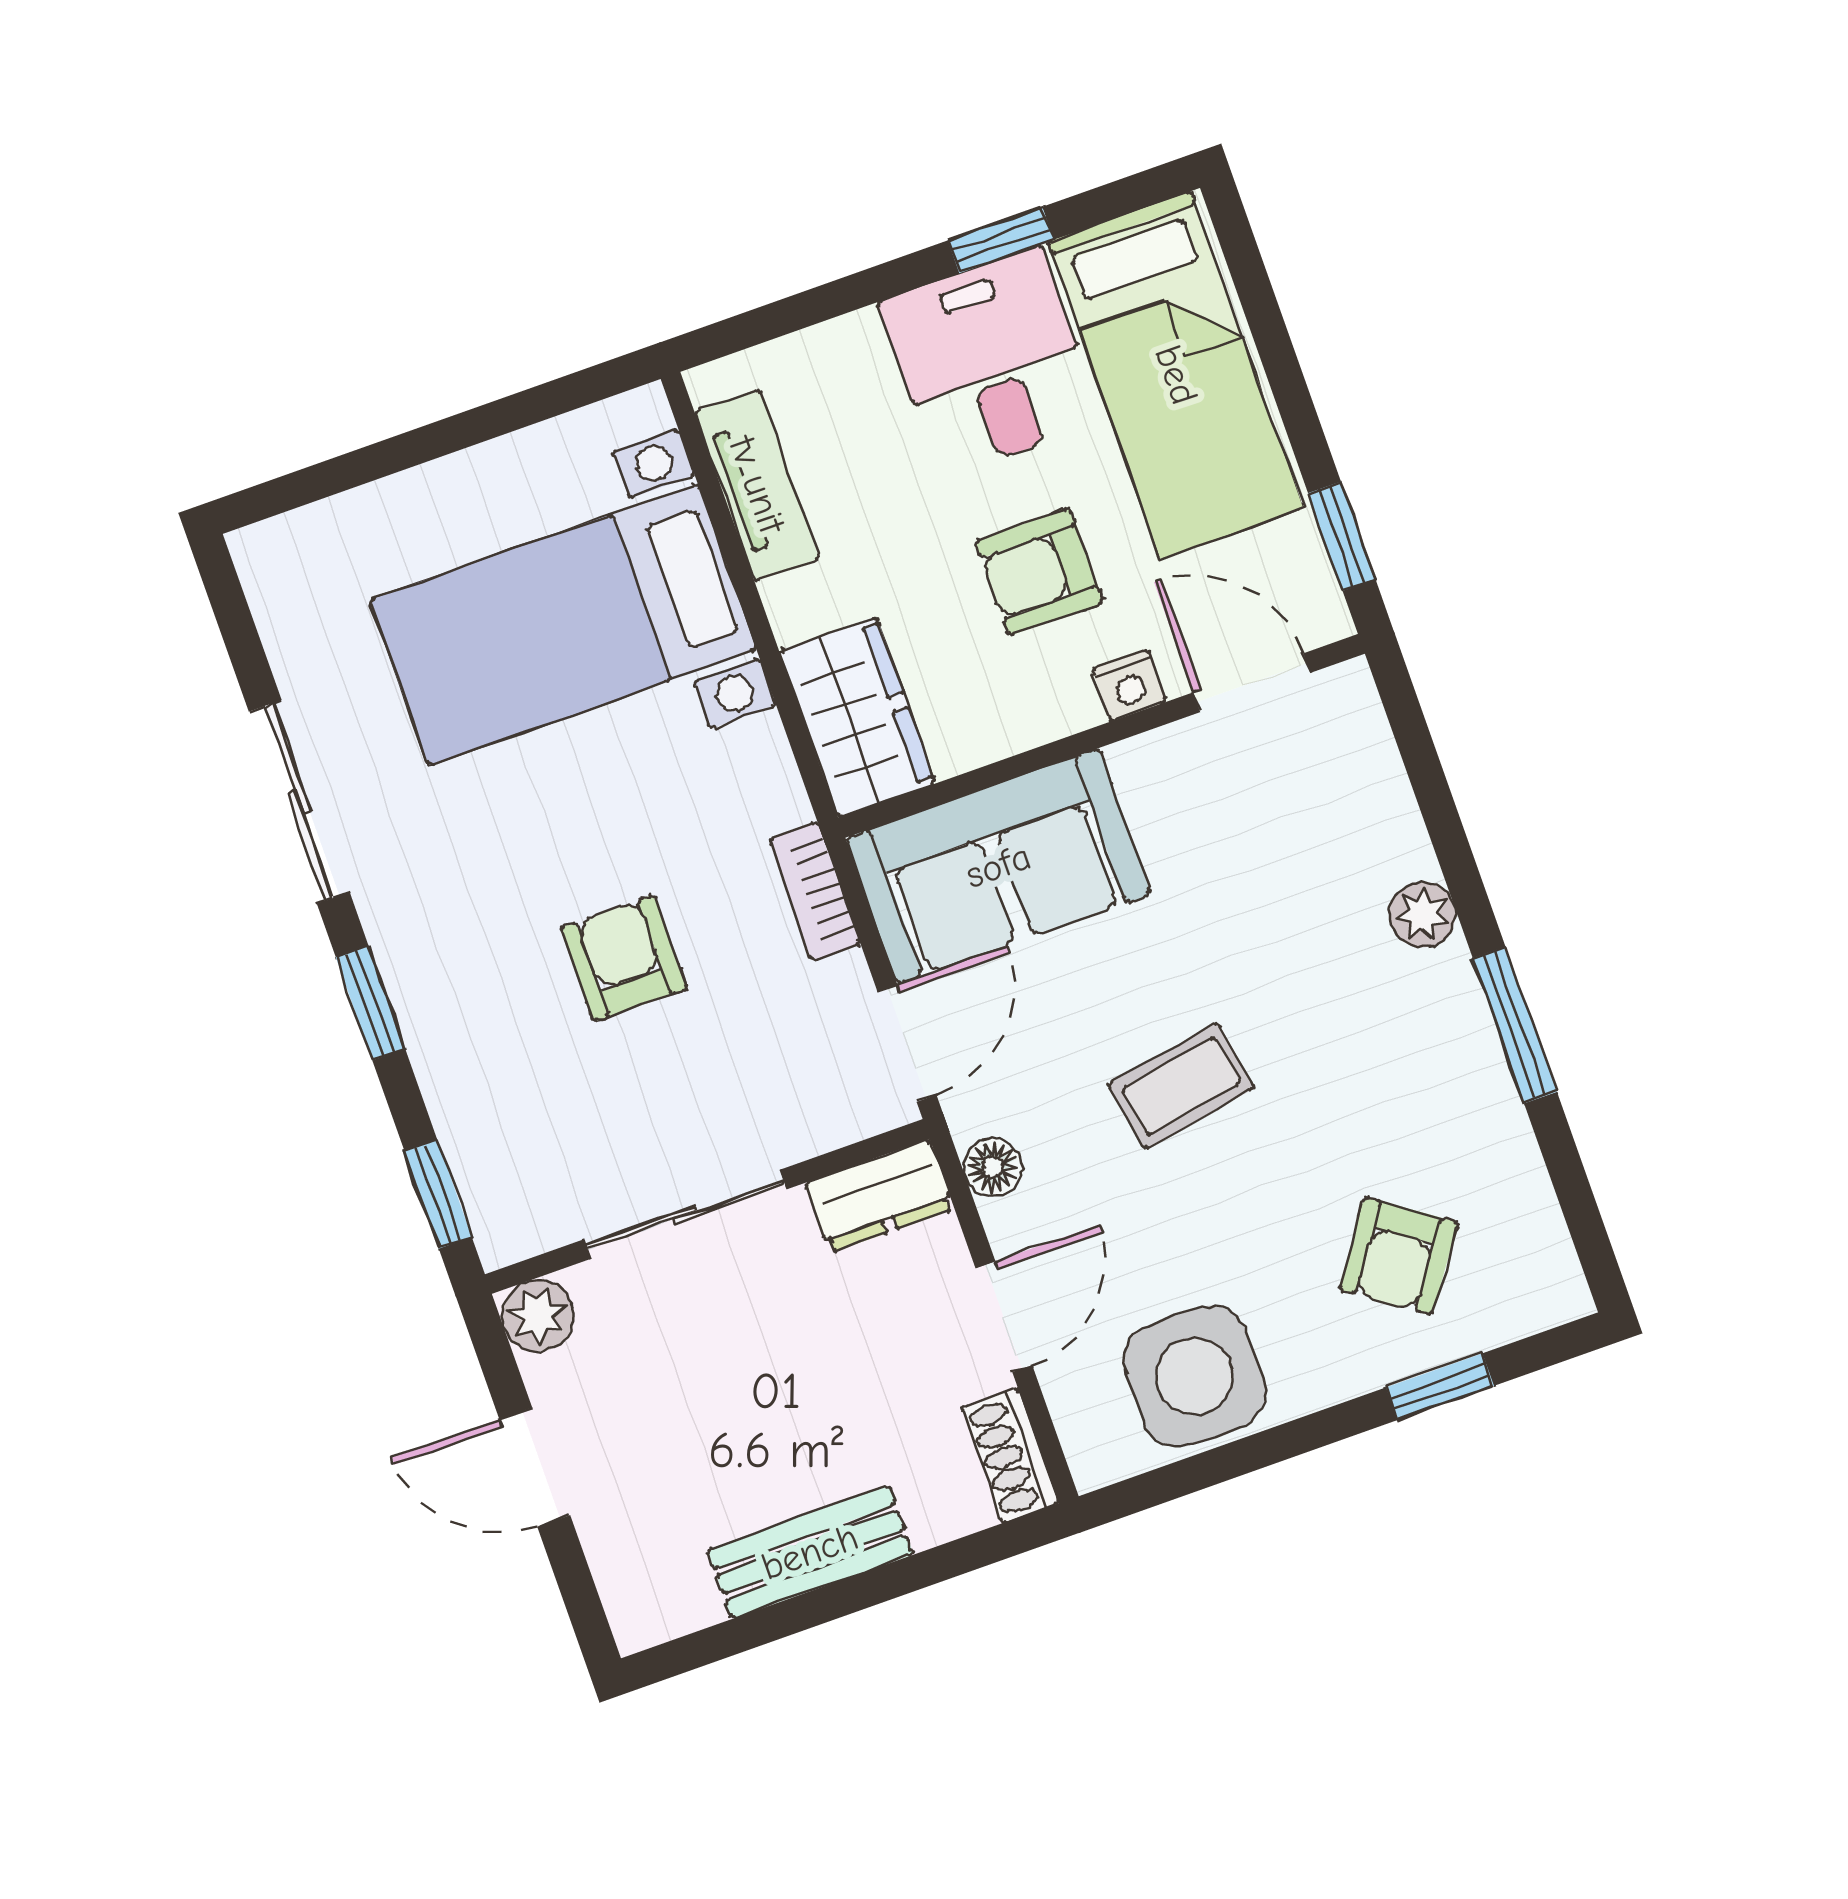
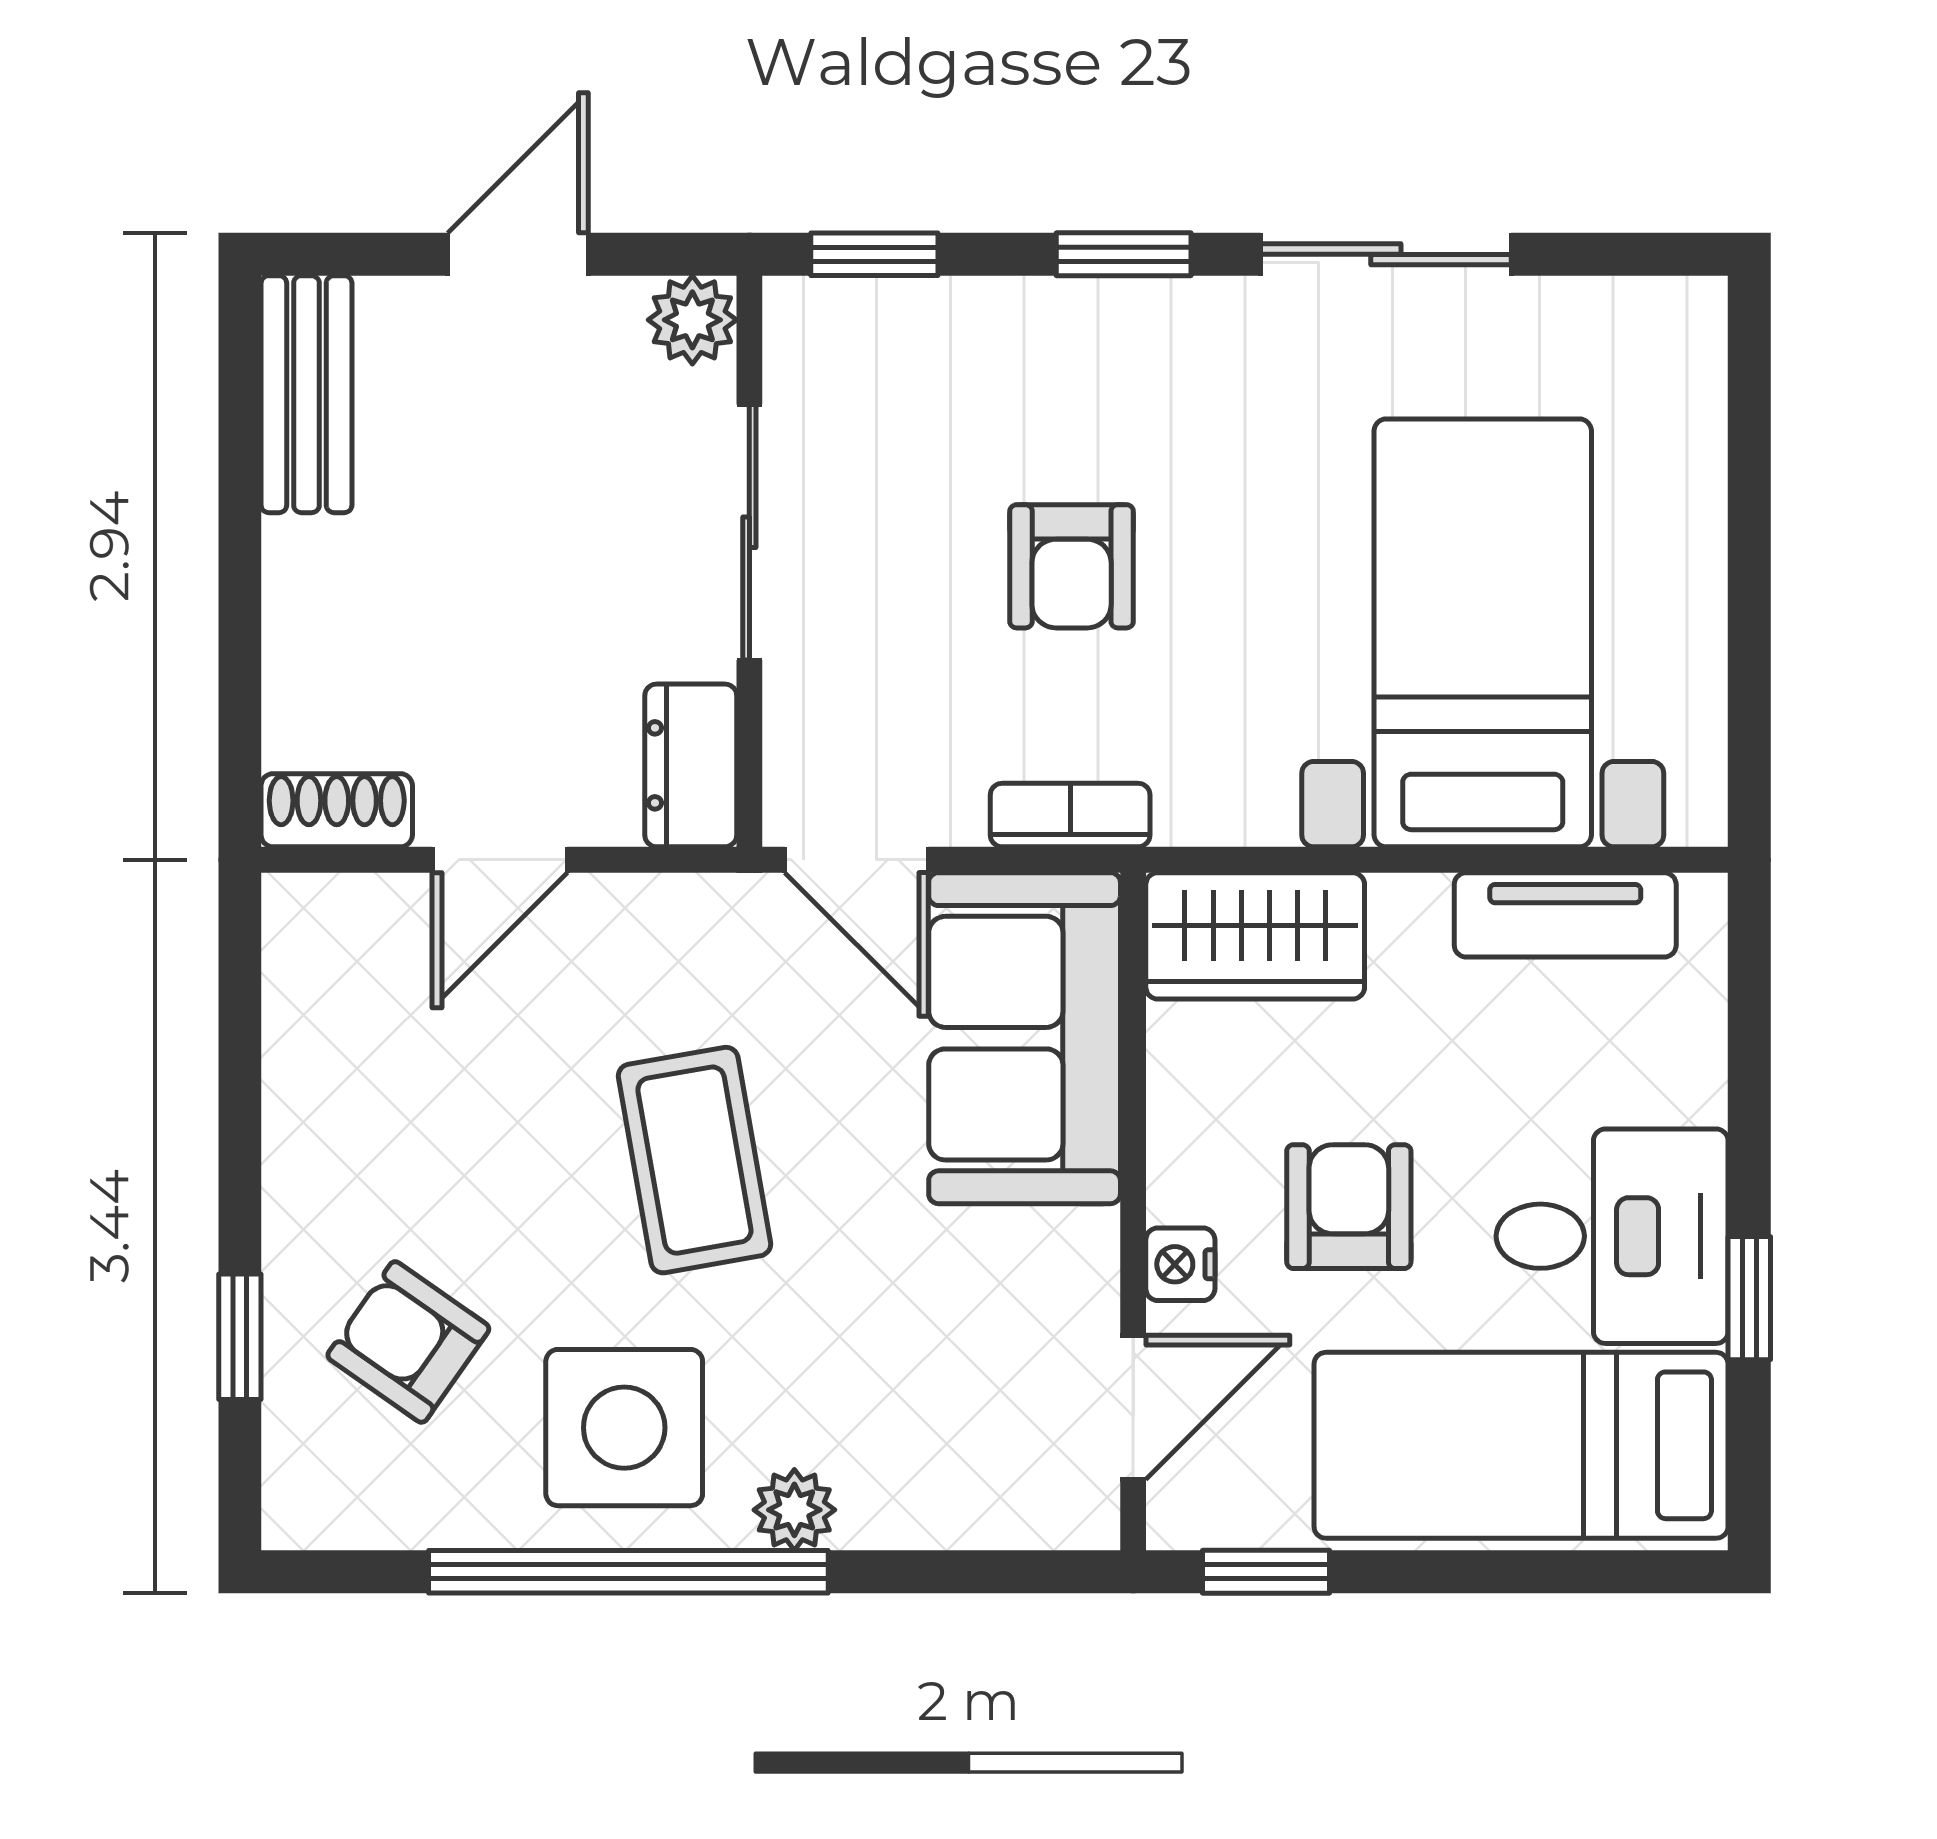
armchair: (624, 958) -> (1072, 566), turned 90
window: (1515, 1025) -> (628, 1572), width x2.11
coffee table: (1181, 1086) -> (694, 1160), width x1.36, depth x1.30
floor lamp: (993, 1167) -> (678, 908), removed
door: (1004, 1317) -> (500, 860), hinge flipped
side table: (1195, 1376) -> (624, 1428), moved
bench: (810, 1552) -> (306, 394), moved

